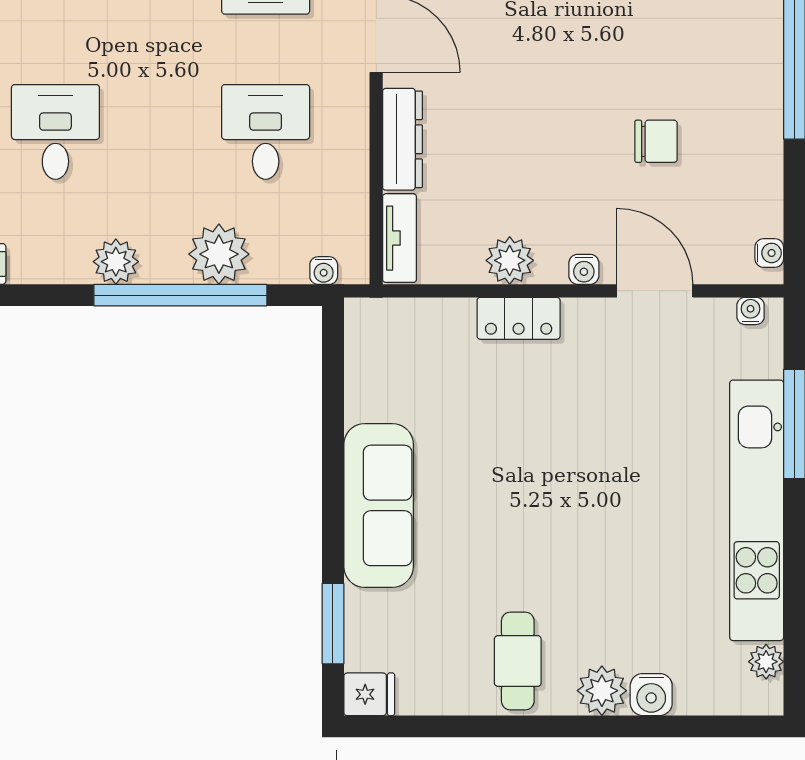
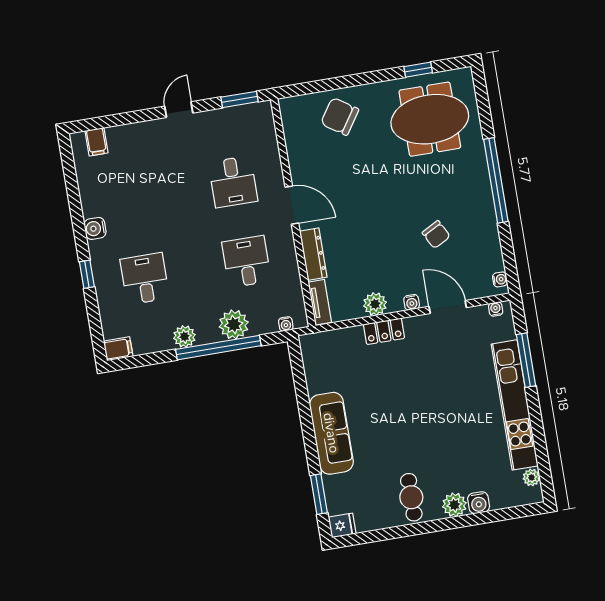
chair: (656, 141) -> (436, 235), turned 62

